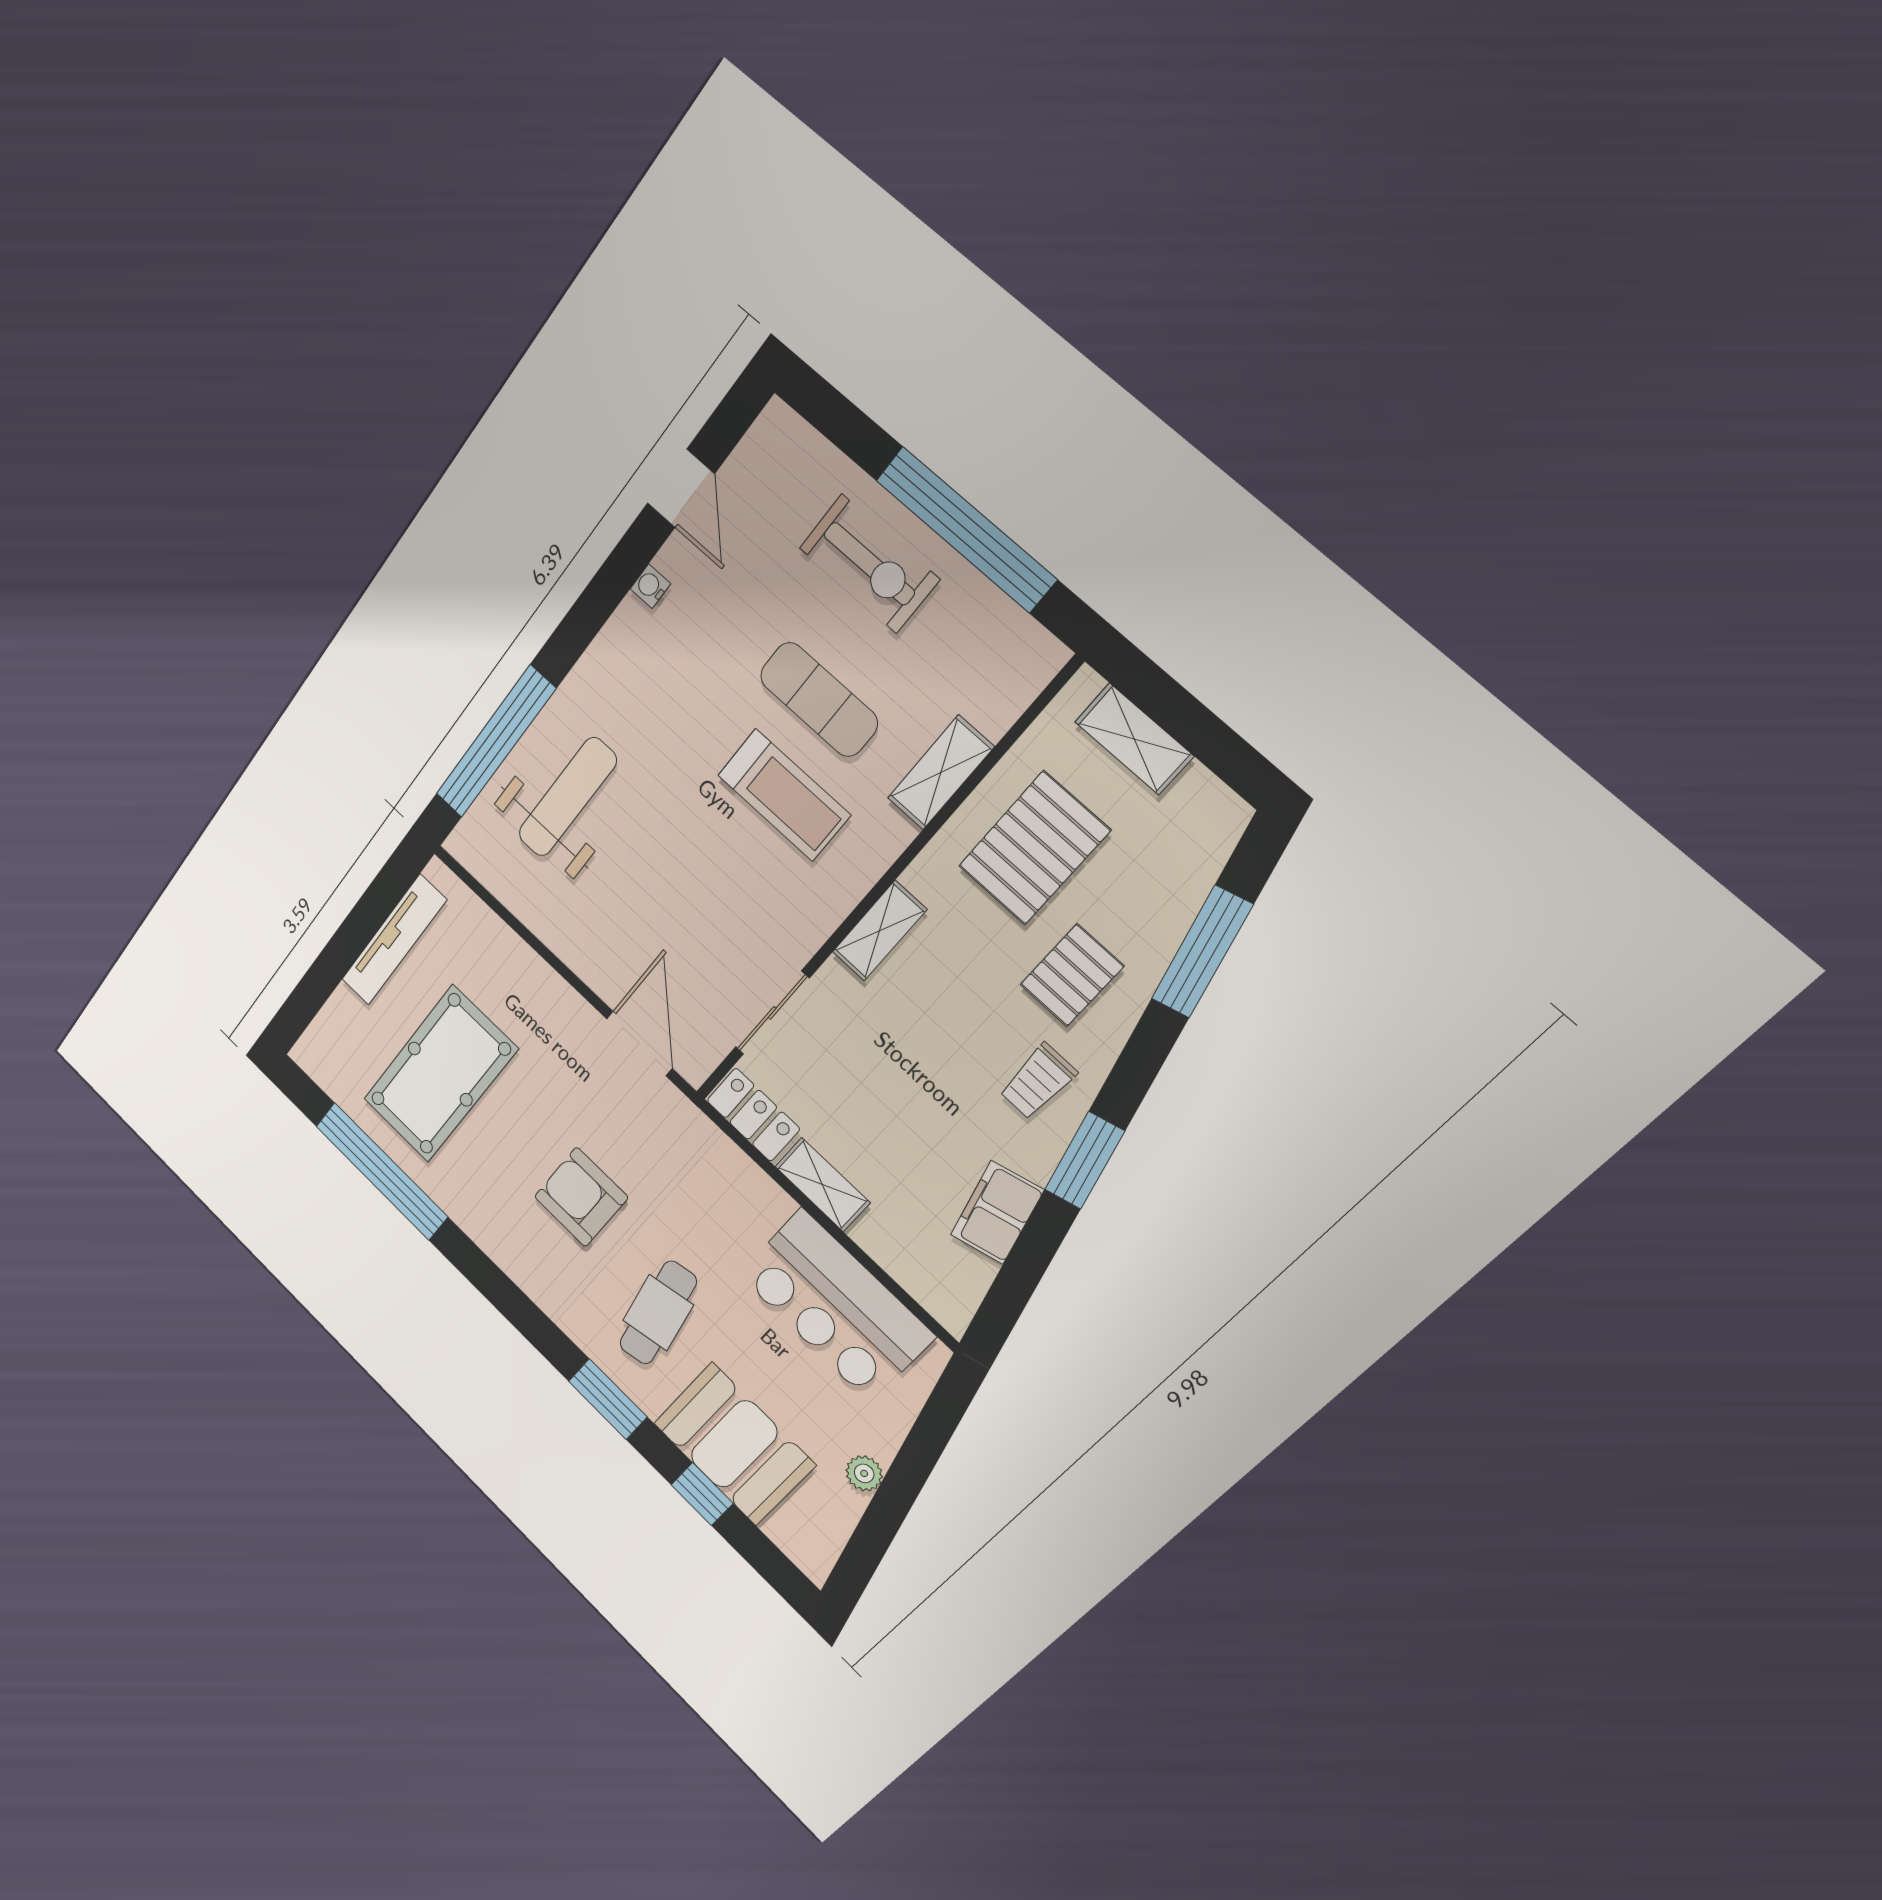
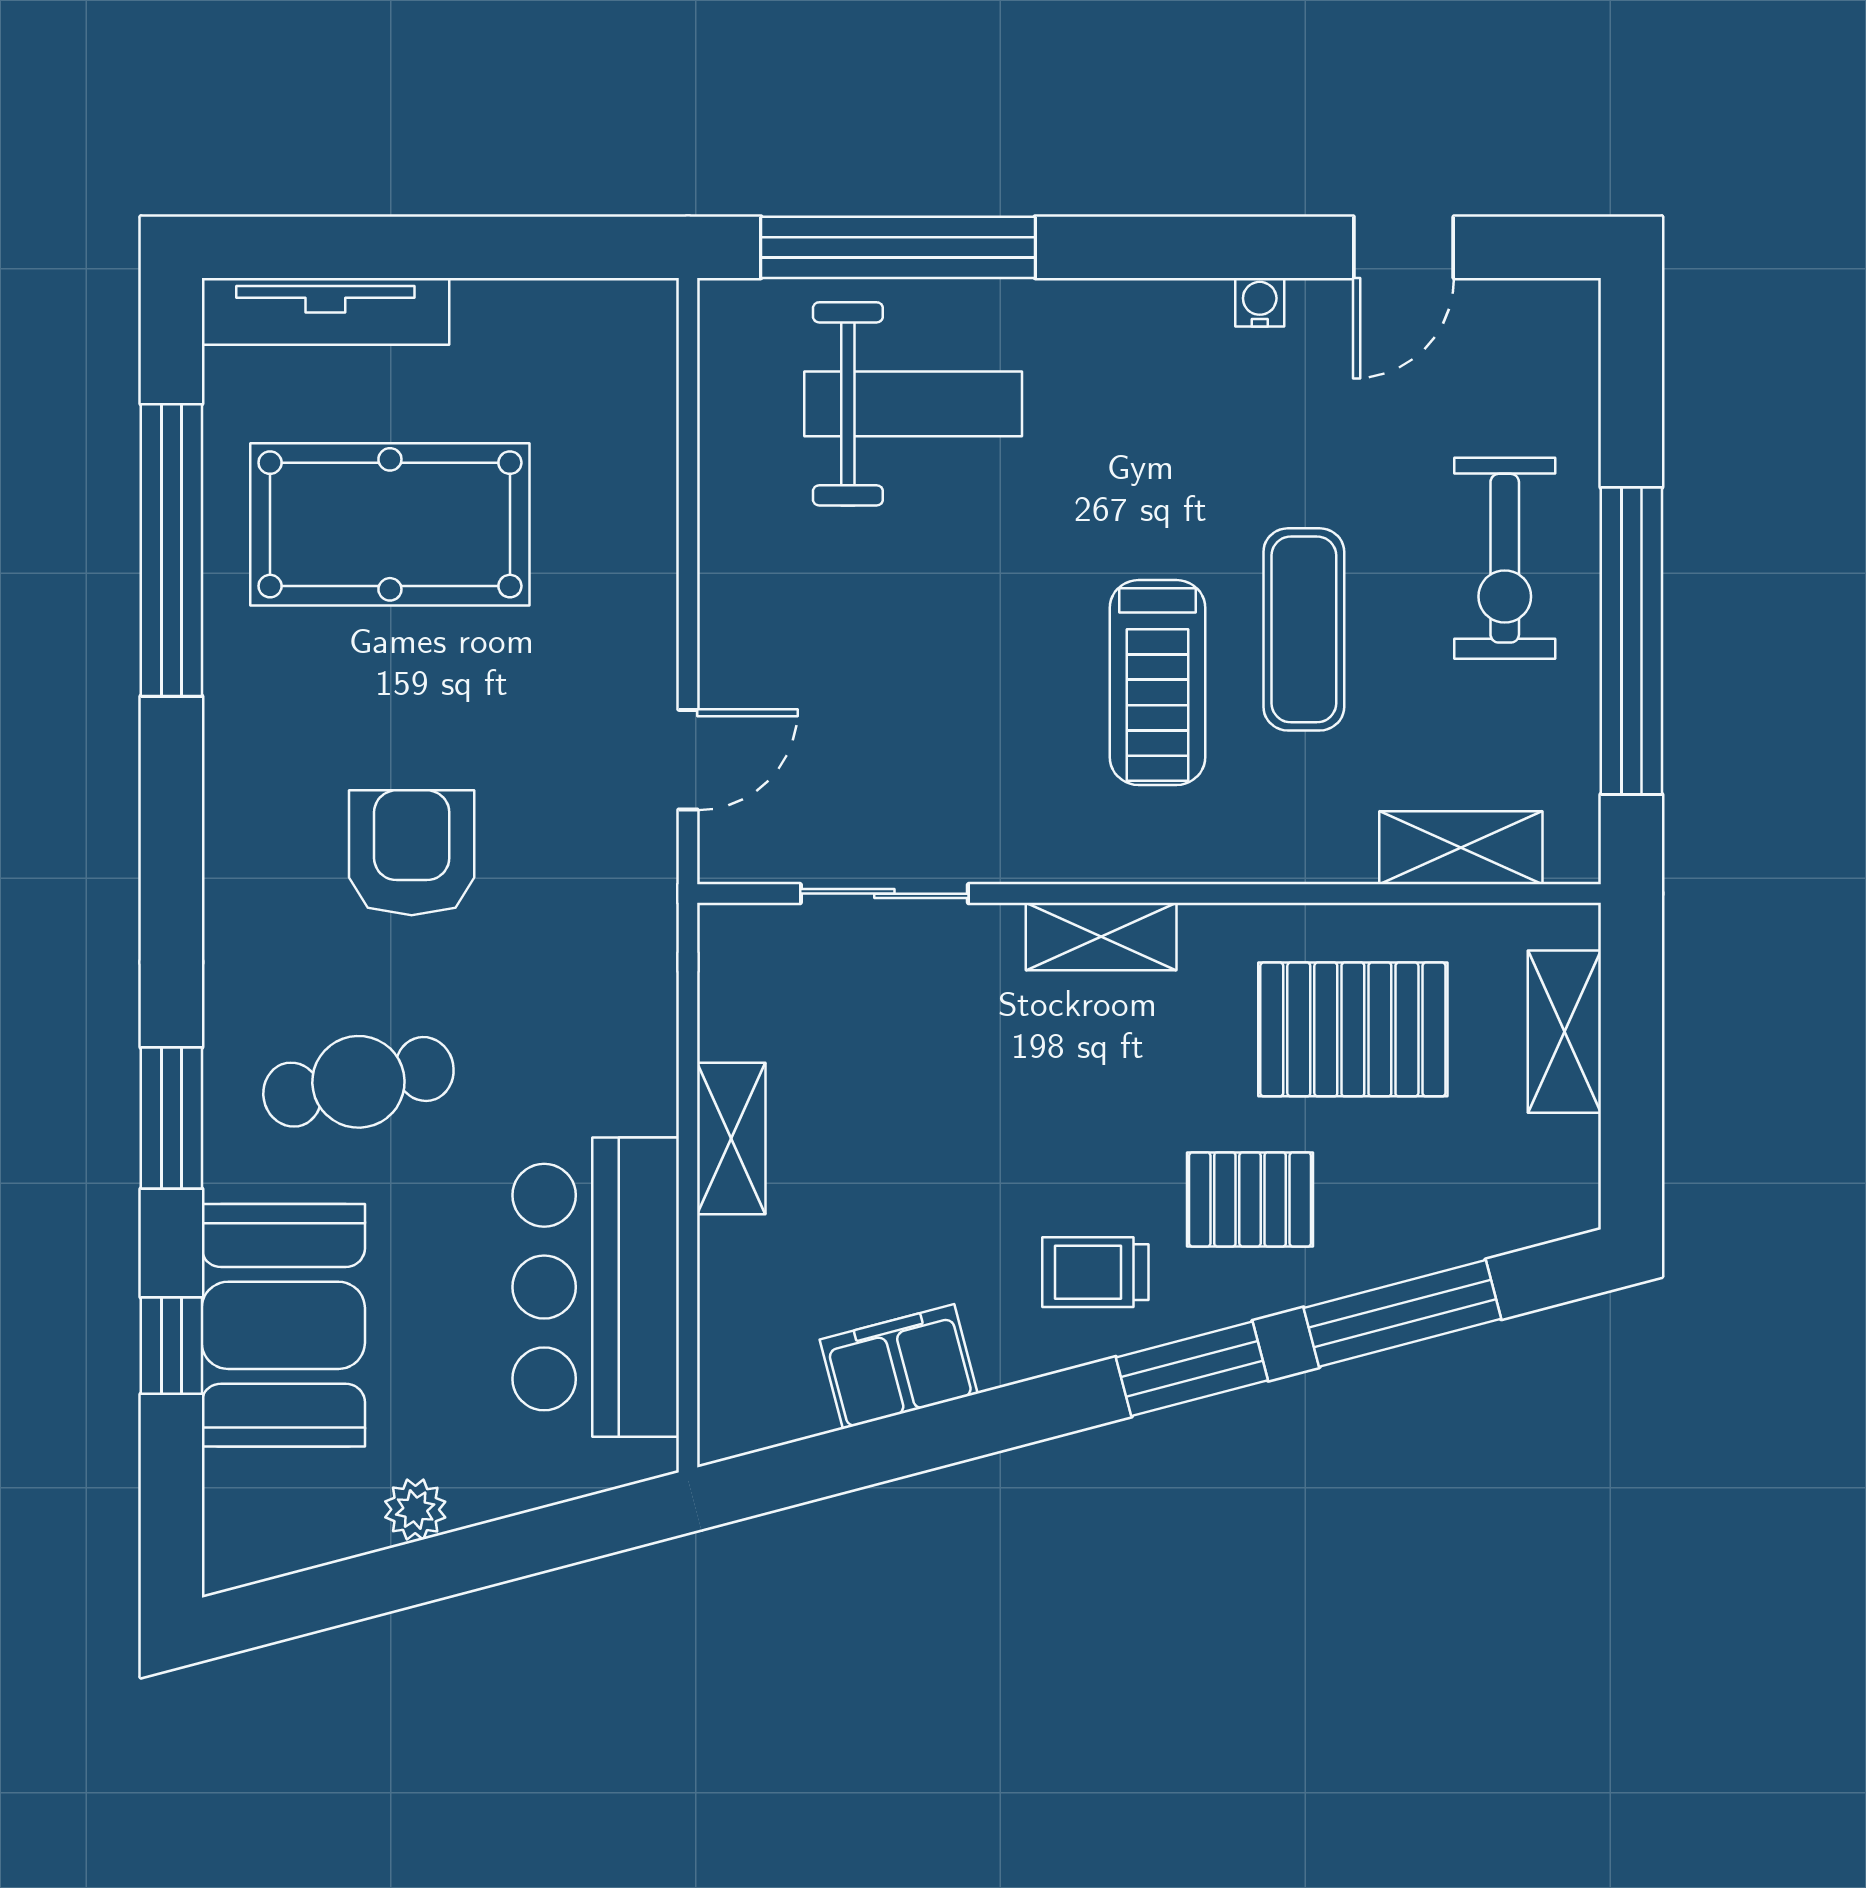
shelving: (941, 773) -> (1461, 848), moved
tv unit: (394, 940) -> (325, 311), moved
door: (639, 1044) -> (688, 760), width x0.73
locker: (753, 1115) -> (736, 980), removed
window: (1085, 1160) -> (1192, 1369), moved

